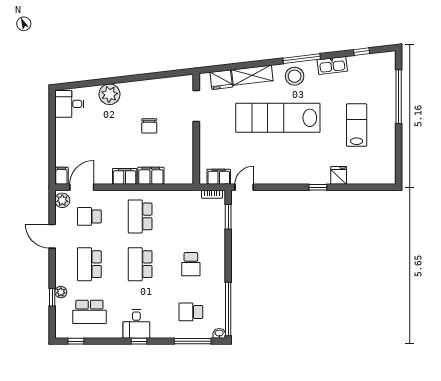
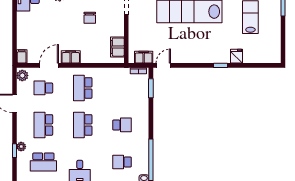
filing cabinet: (151, 176) -> (117, 47), moved, turned -90
door: (82, 187) -> (49, 65), moved
school desk: (191, 264) -> (122, 125), turned -90

